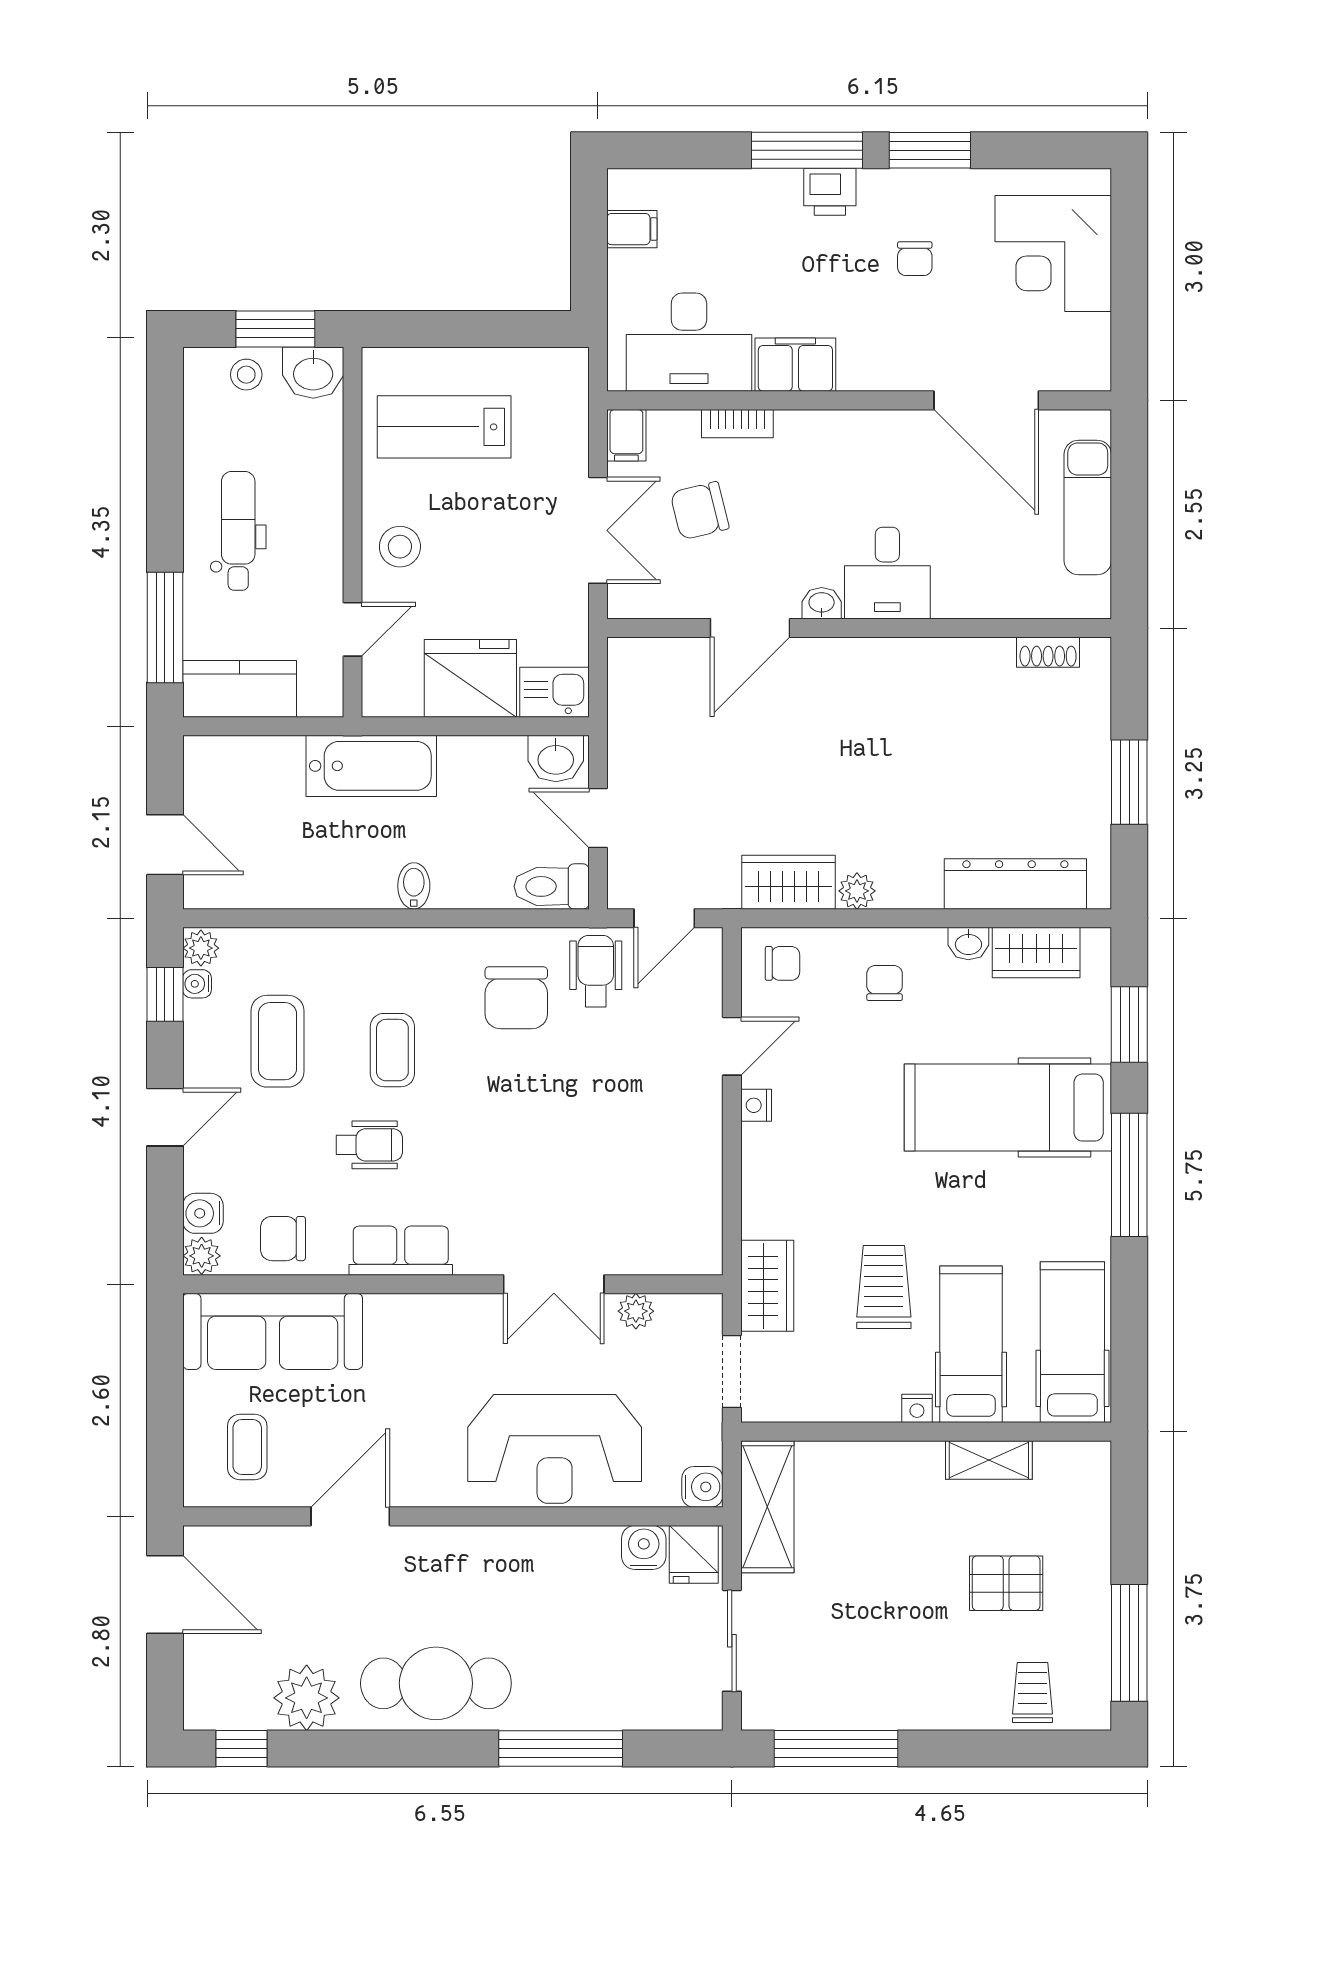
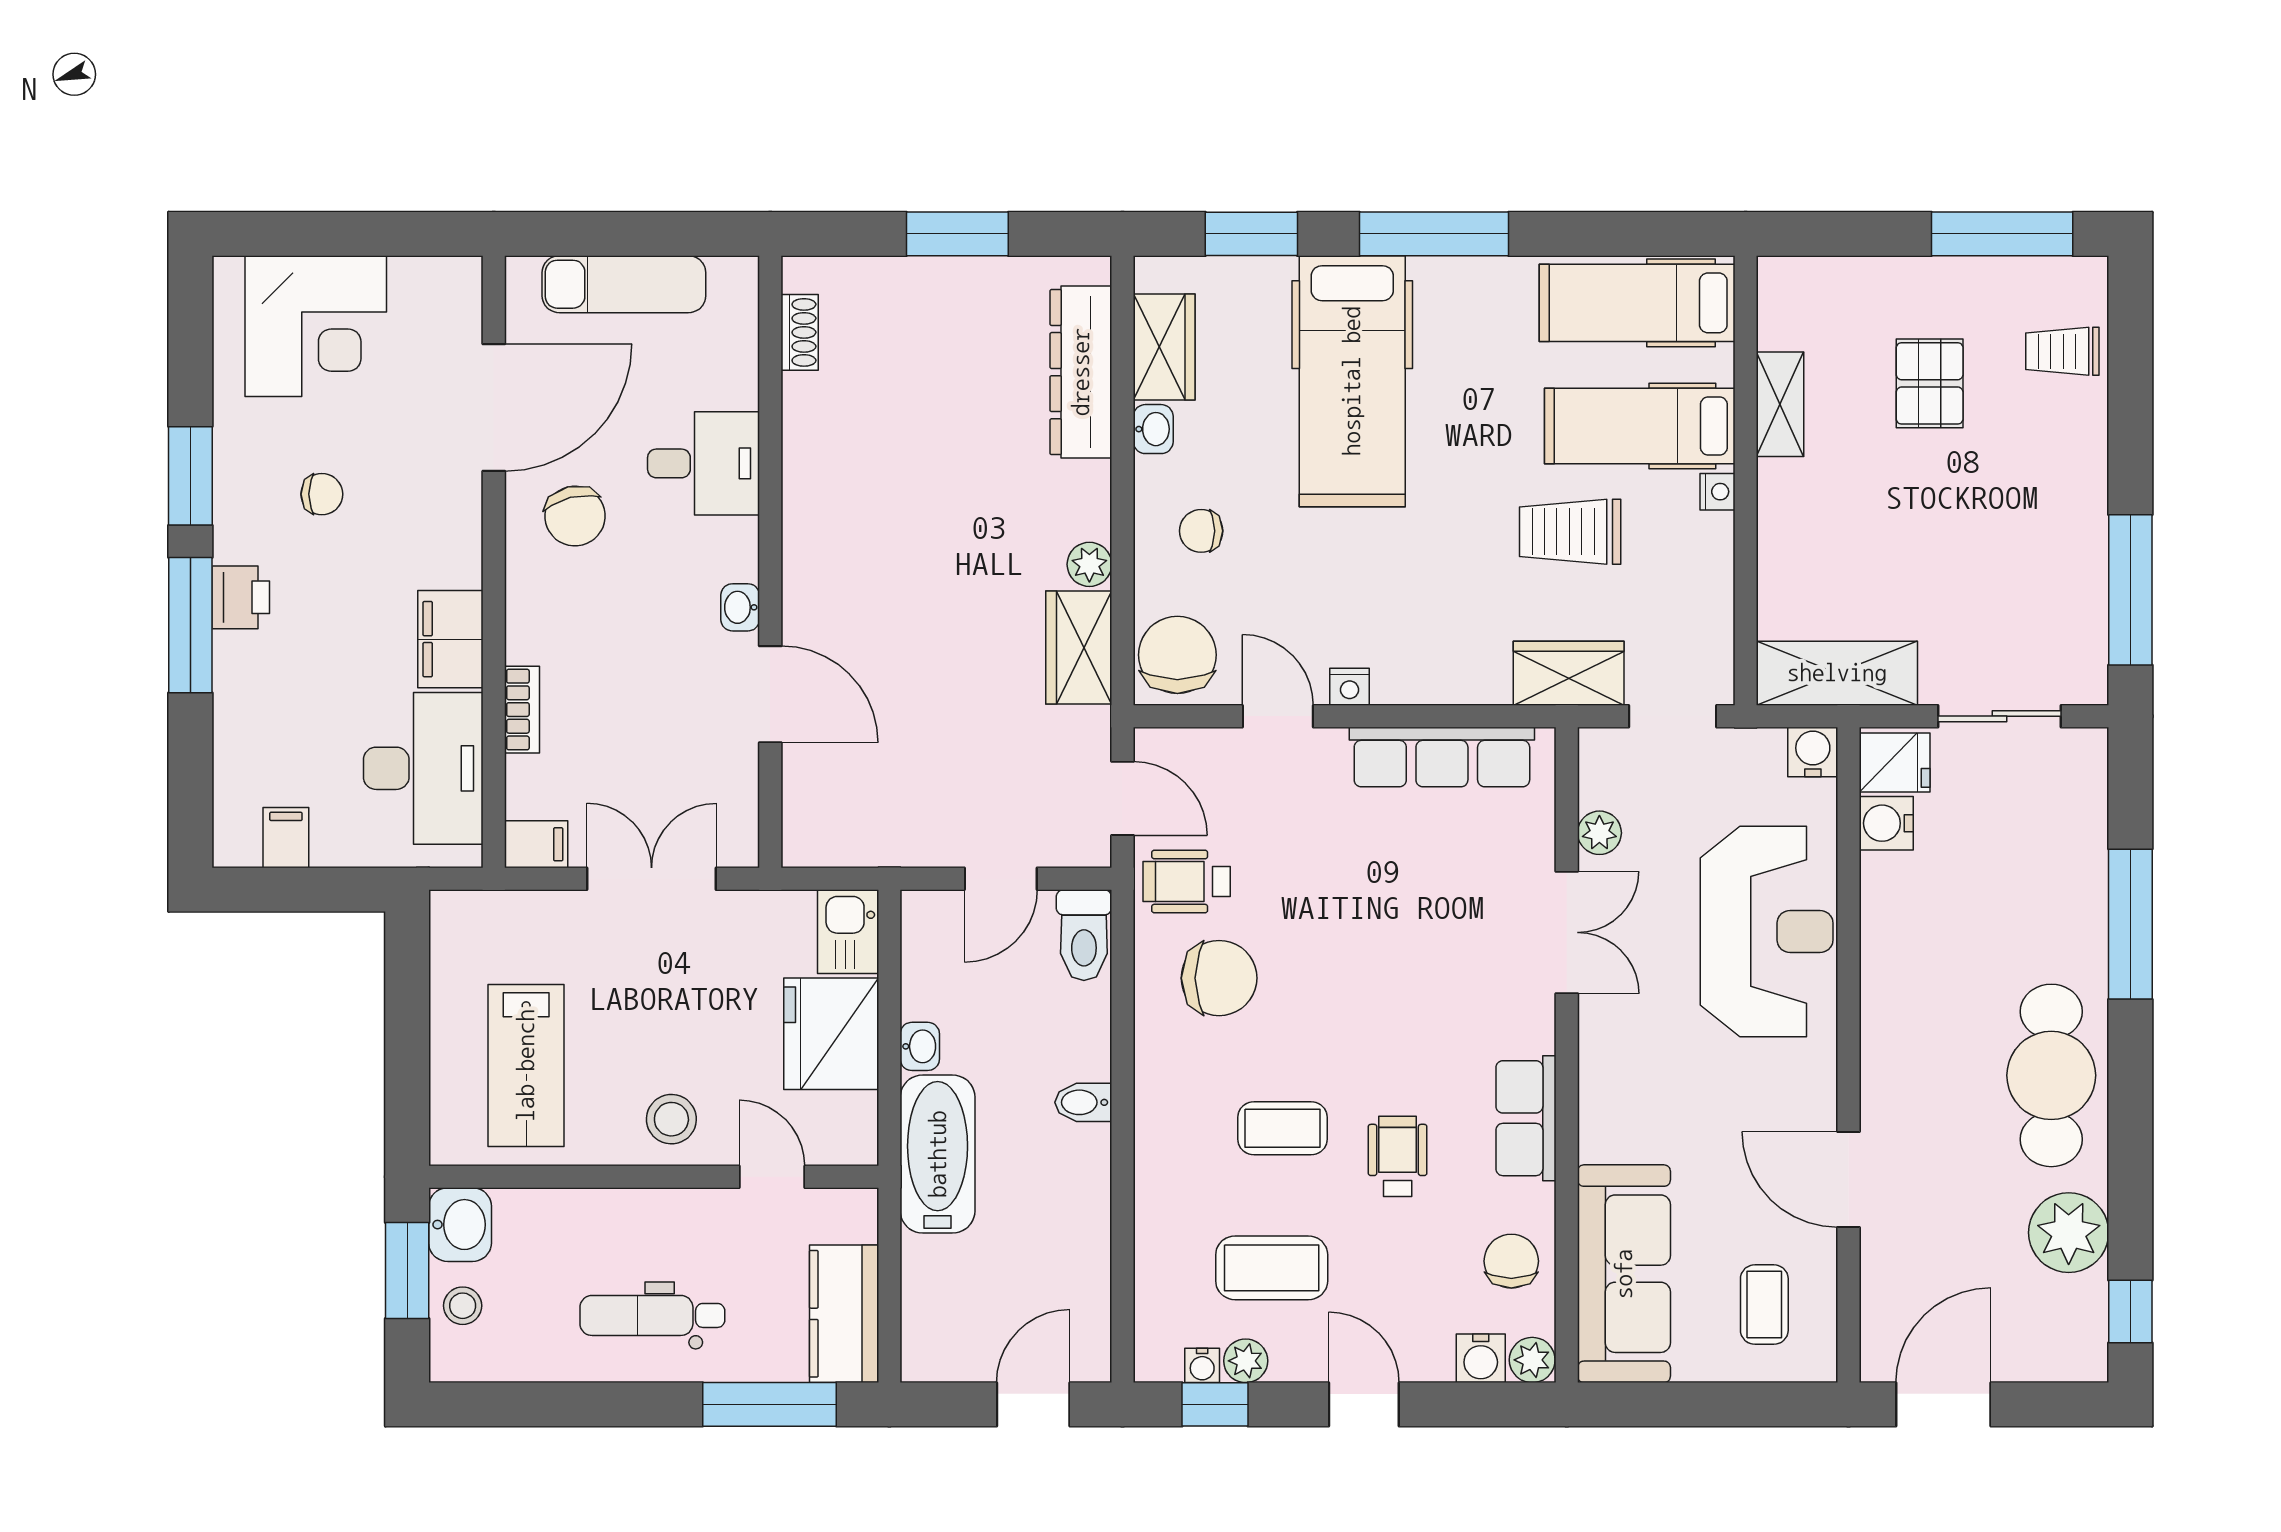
chair: (700, 511) -> (575, 516), moved
desk: (887, 573) -> (704, 463), moved
washbasin: (556, 758) -> (920, 1046), moved, width x0.72, depth x0.69
plant: (201, 948) -> (1246, 1361), moved
chair: (782, 963) -> (1177, 655), width x1.87, depth x1.87
row of seats: (698, 1181) -> (1442, 757), added
chair: (283, 1239) -> (1511, 1261), turned 180
coffee table: (247, 1447) -> (1764, 1305), turned 90

